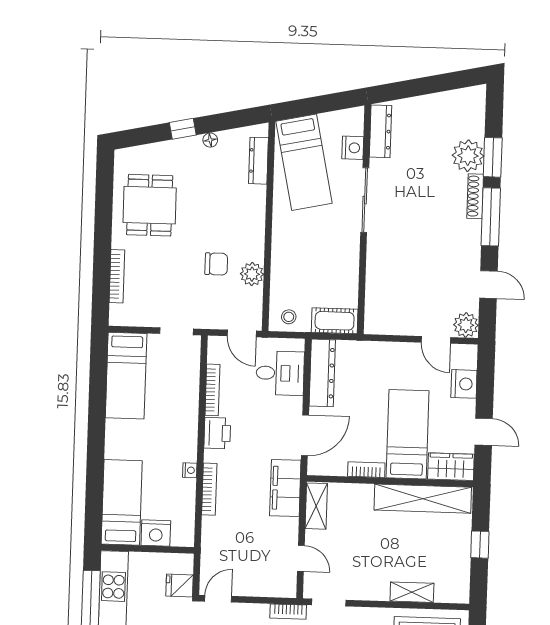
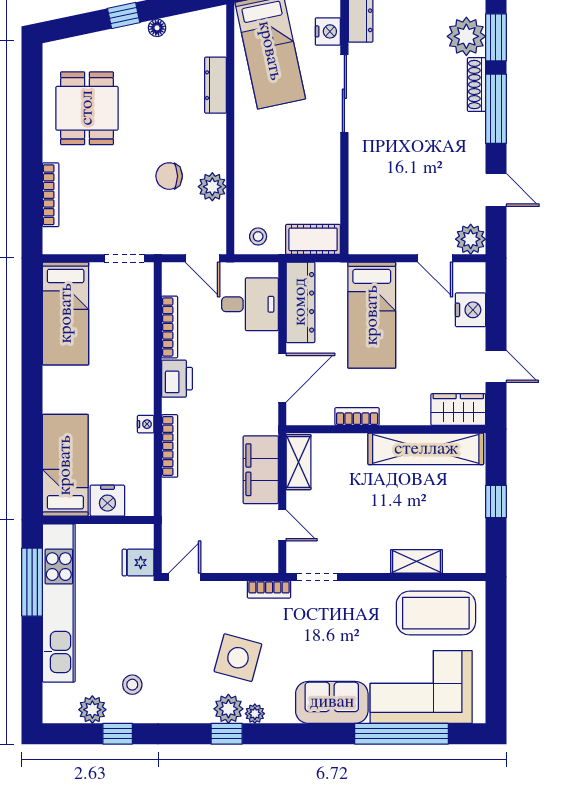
dresser: (258, 161) -> (216, 85), moved
chair: (216, 264) -> (169, 176), turned 180
bed: (408, 434) -> (372, 315), moved, turned 180
filing cabinet: (285, 488) -> (261, 470), moved

